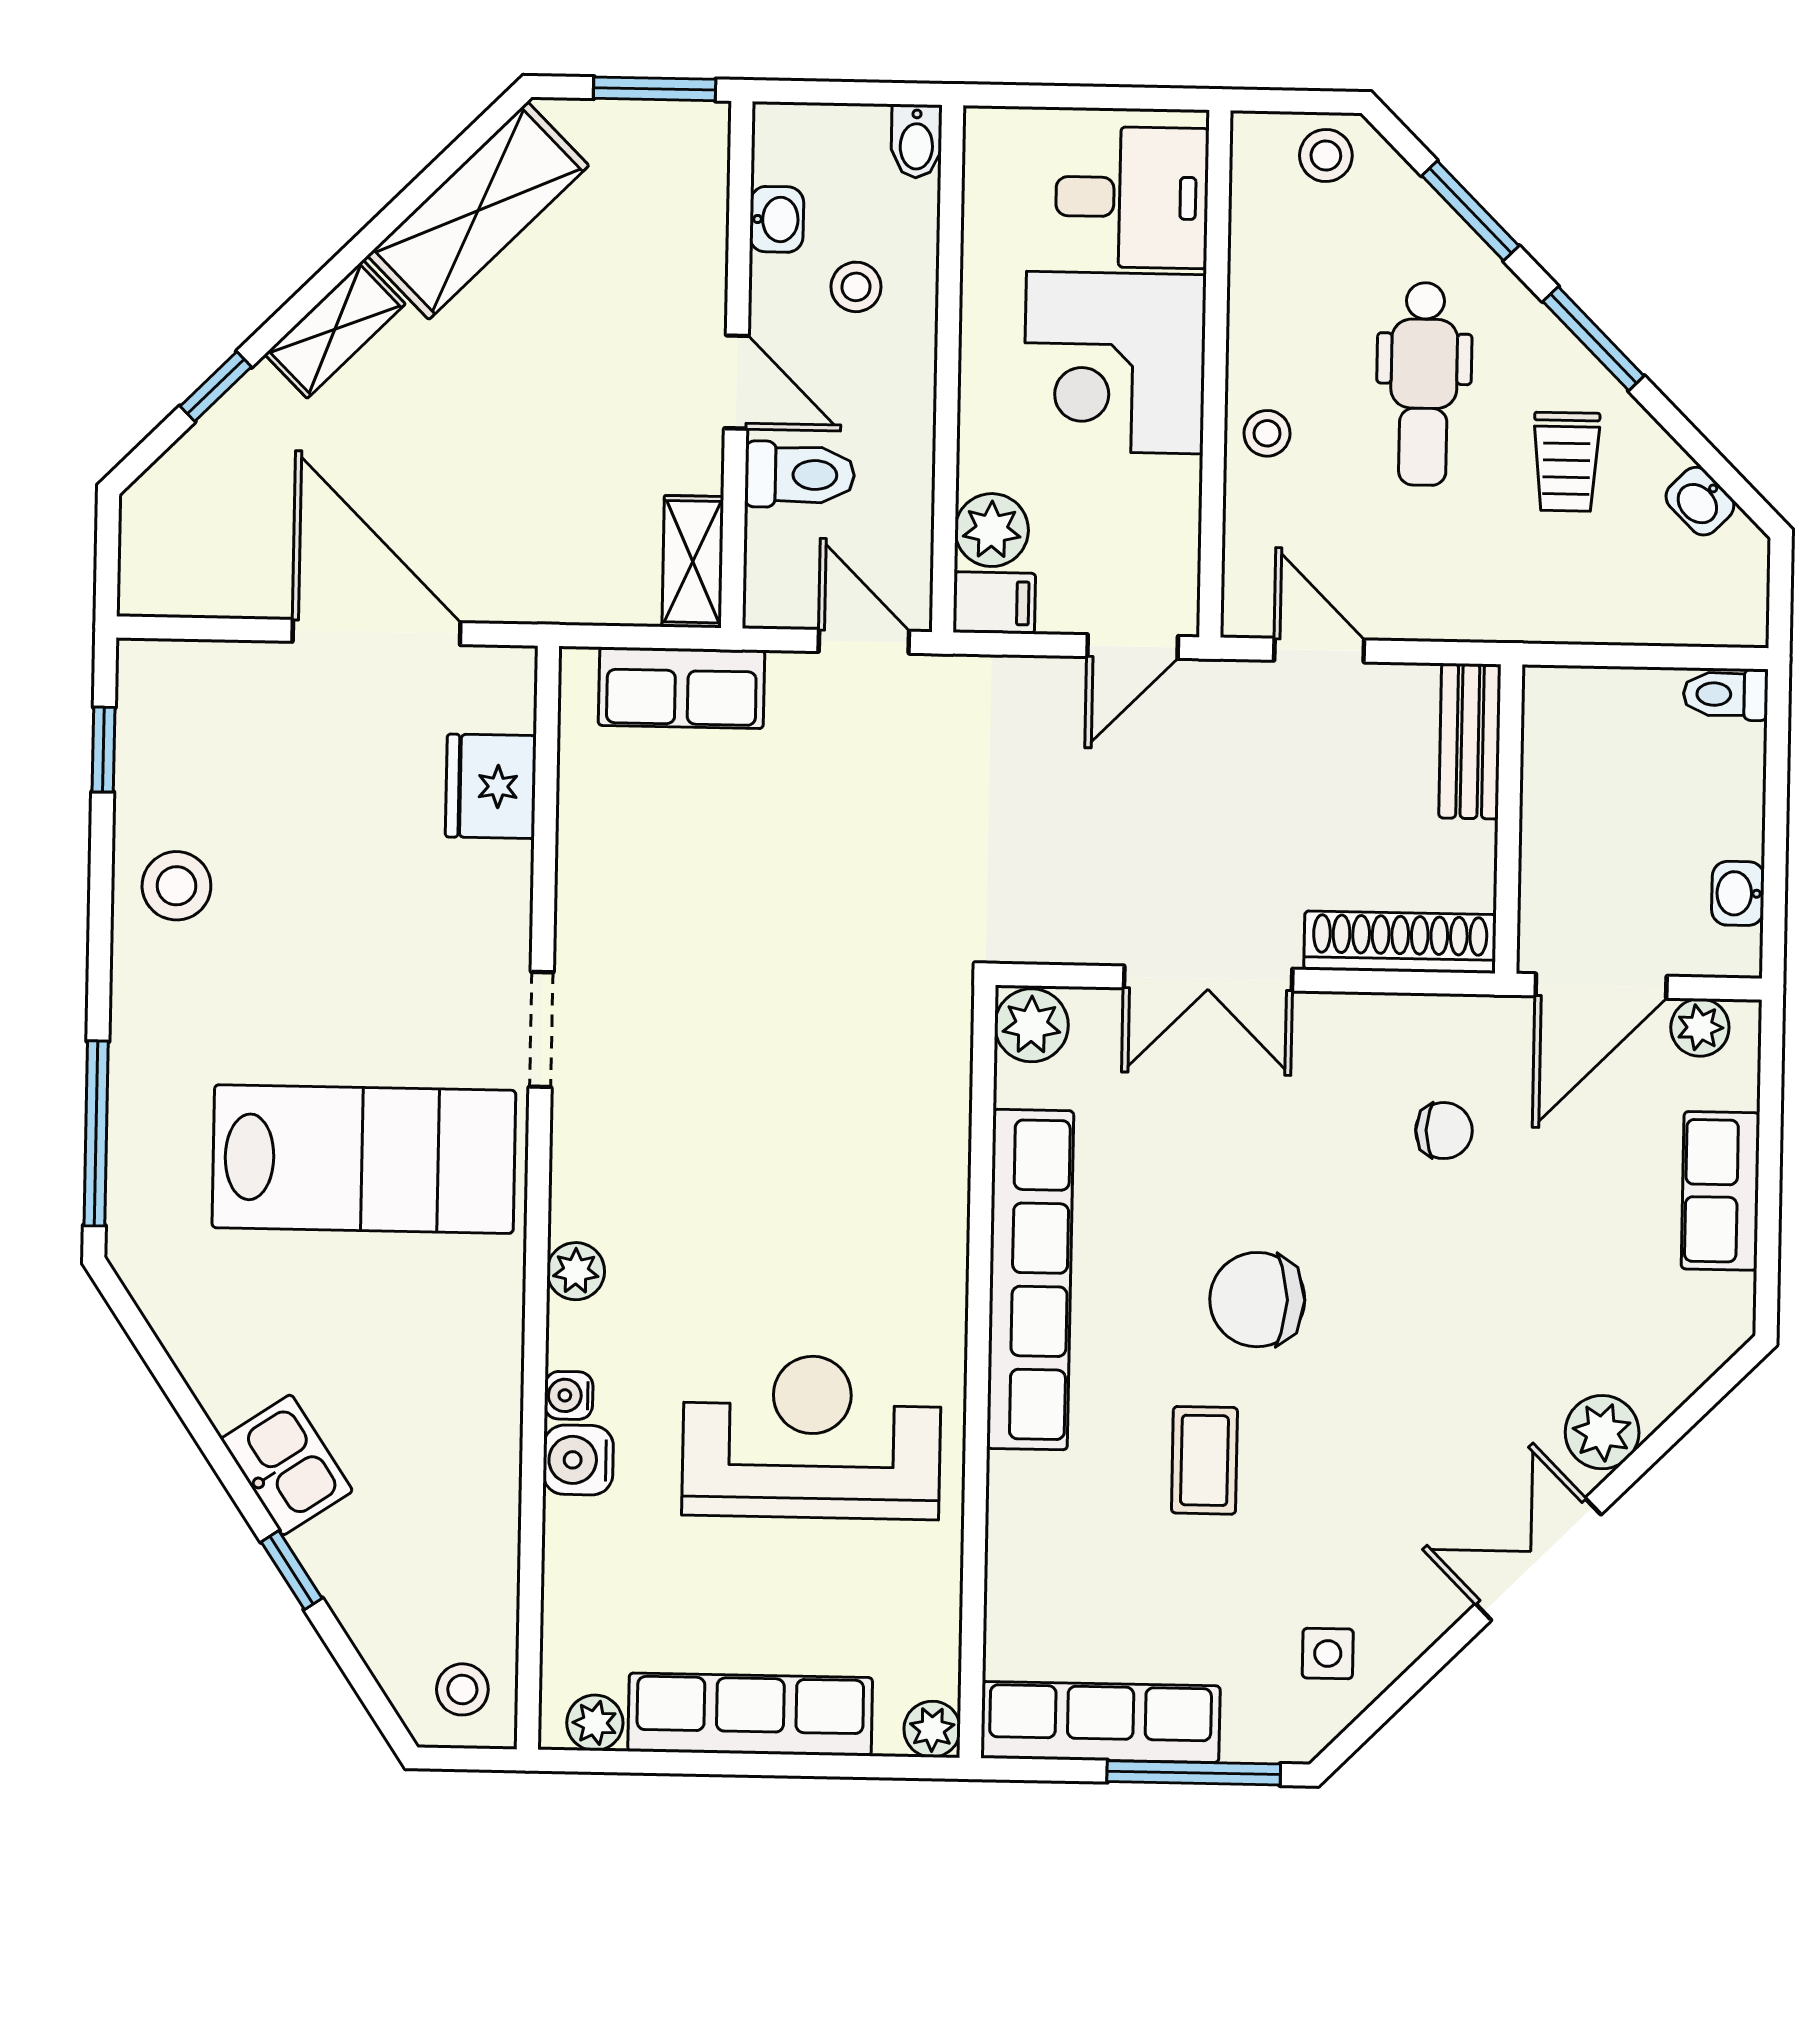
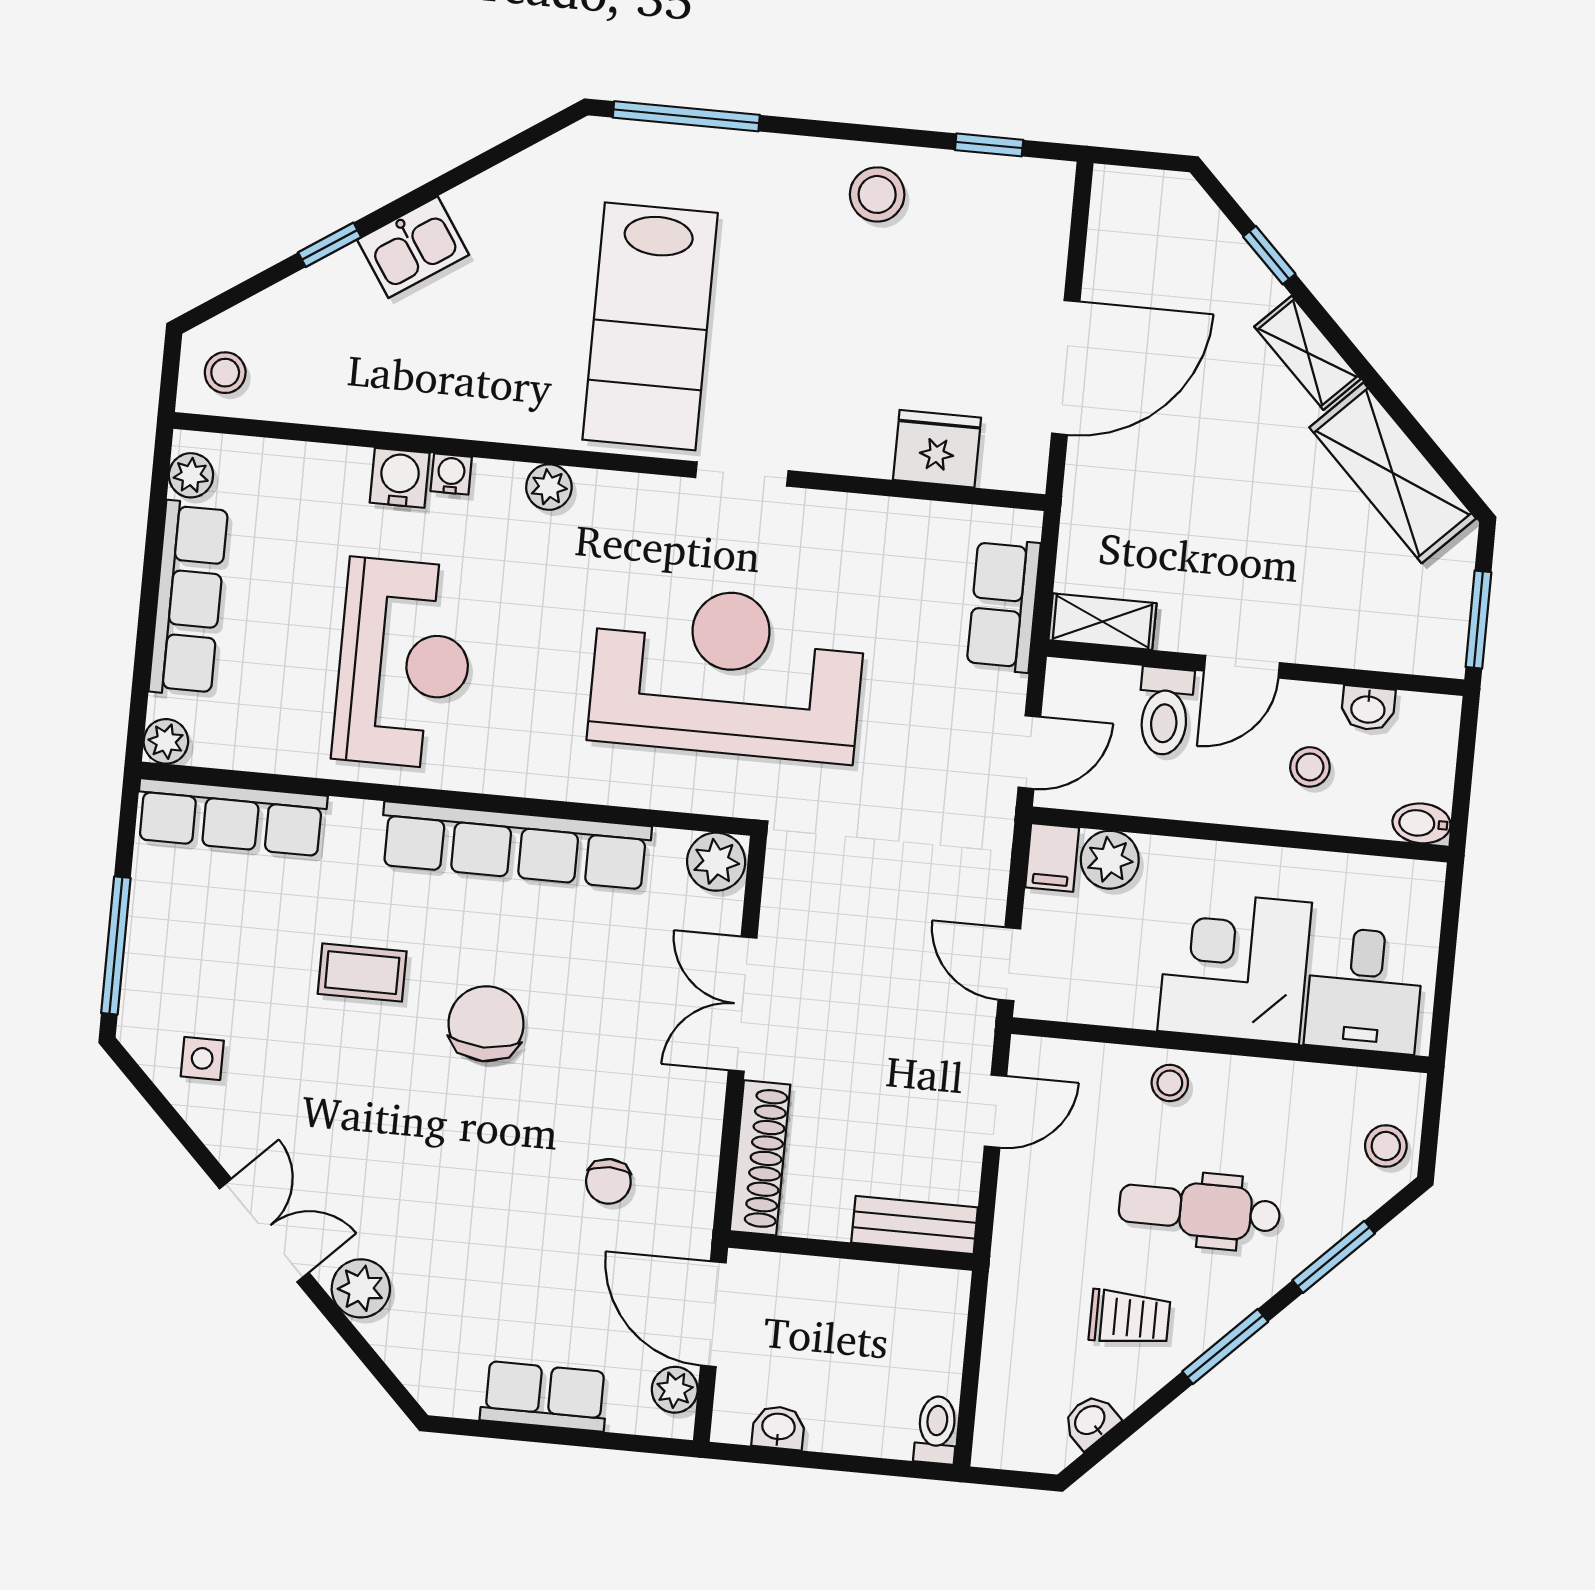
trolley: (1566, 462) -> (1130, 1318), turned 180
reception desk: (793, 1029) -> (727, 673), added
row of seats: (1100, 1722) -> (231, 817), moved, turned 90

